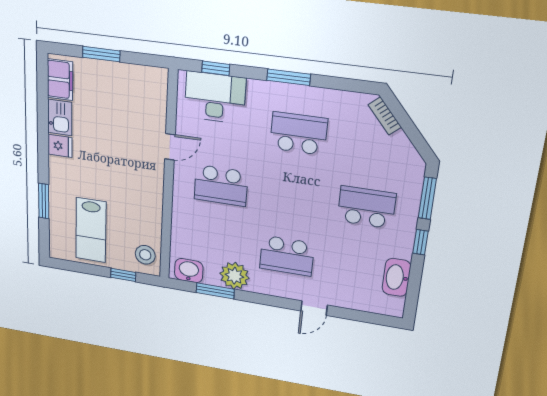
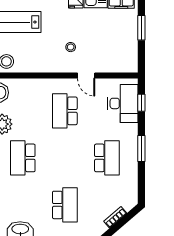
bookcase: (385, 116) -> (115, 217), moved
stool: (127, 163) -> (71, 47), added

